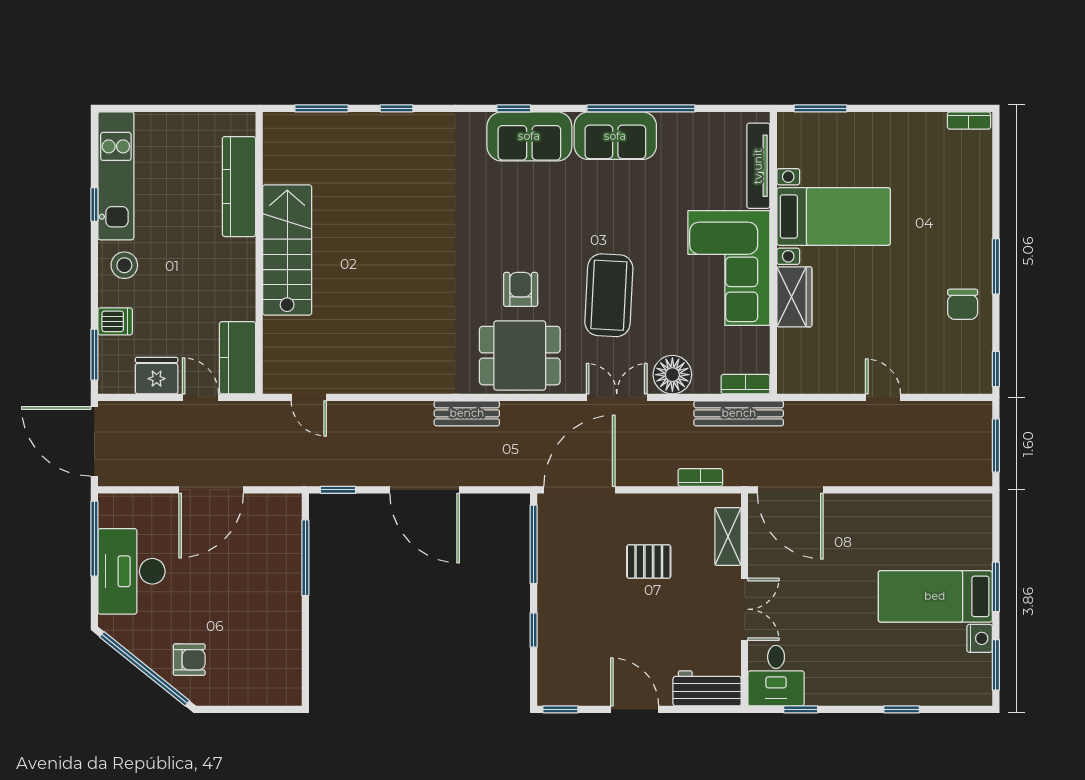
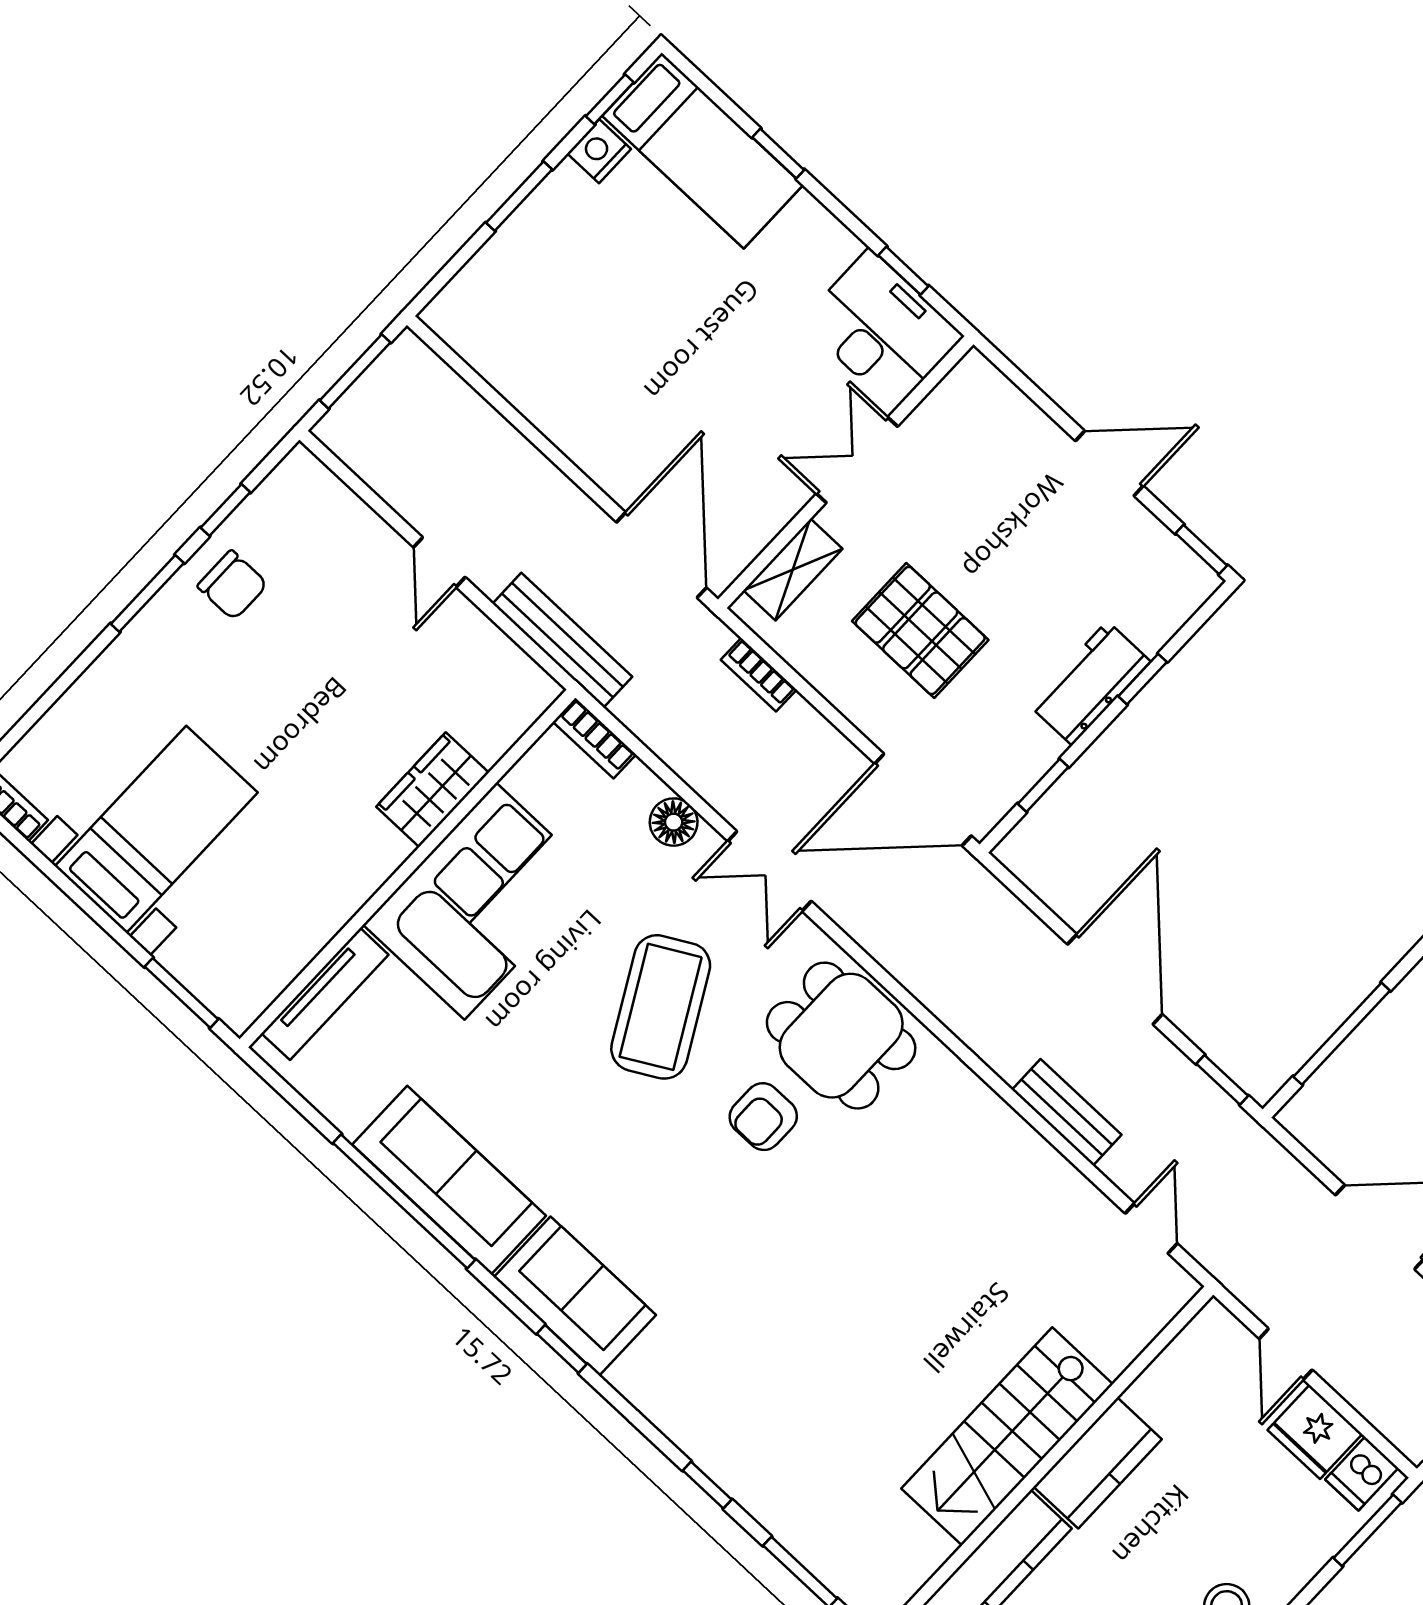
sofa: (615, 136) -> (449, 1180), width x1.36
bed with nightstands: (834, 216) -> (156, 829), moved, turned 90
coffee table: (609, 295) -> (661, 1007), turned -32
chair: (963, 304) -> (232, 585), turned 90
dishwasher: (115, 321) -> (1362, 1474), moved, turned -90
kitchen counter: (238, 358) -> (1098, 1463), moved
window: (996, 369) -> (225, 510), moved
floor lamp: (672, 375) -> (674, 822), width x0.73, depth x0.73
bench: (467, 413) -> (1067, 1112), moved
bench: (739, 413) -> (562, 640), moved
window: (534, 544) -> (1043, 785), width x0.46
pallet: (649, 562) -> (920, 630), width x1.50, depth x1.42
bed: (935, 596) -> (703, 151), moved
window: (996, 665) -> (610, 99), width x0.67
desk: (776, 676) -> (882, 329), width x1.37
workbench: (707, 688) -> (1090, 683), moved, turned 90
door: (635, 709) -> (1109, 463), swing flipped

